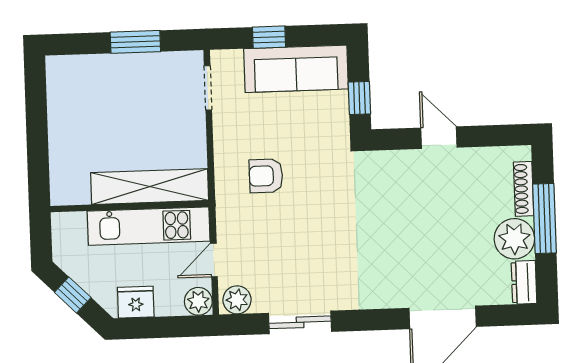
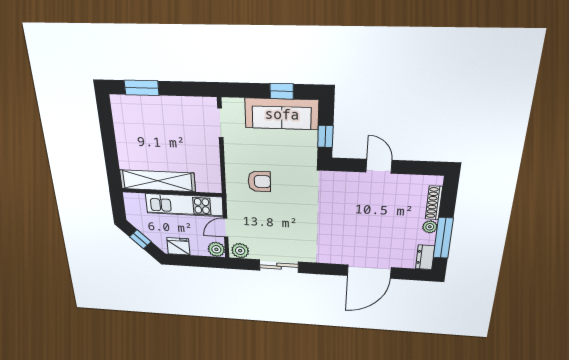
window: (269, 37) -> (282, 91), moved
window: (135, 42) -> (142, 88), moved
armchair: (266, 176) -> (259, 181), turned 180
shelving: (150, 187) -> (157, 181), moved
window: (545, 219) -> (443, 238), moved
plant: (514, 239) -> (430, 227), width x0.53, depth x0.53

